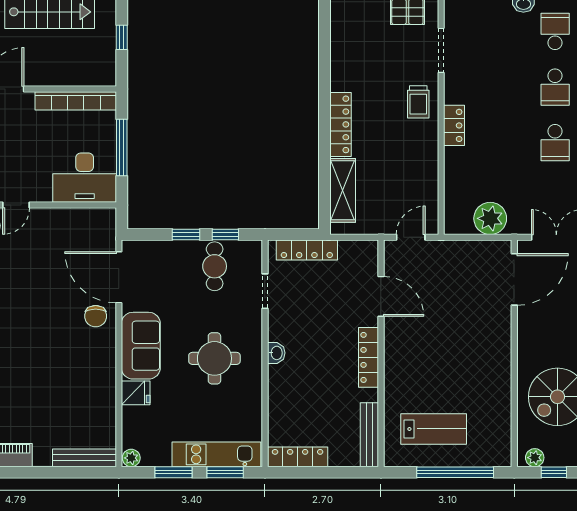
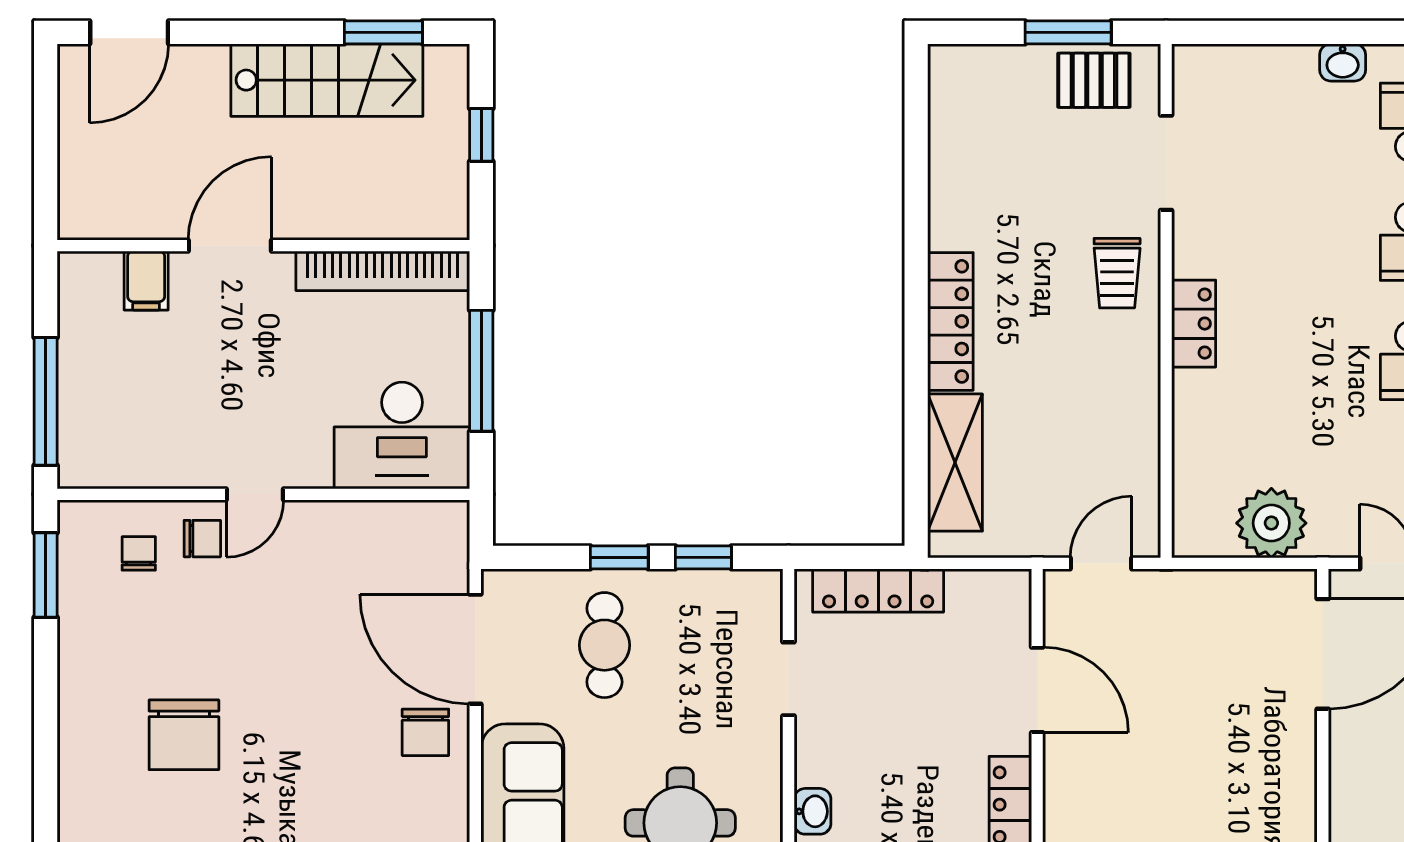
cafe table: (215, 266) -> (604, 645), moved

